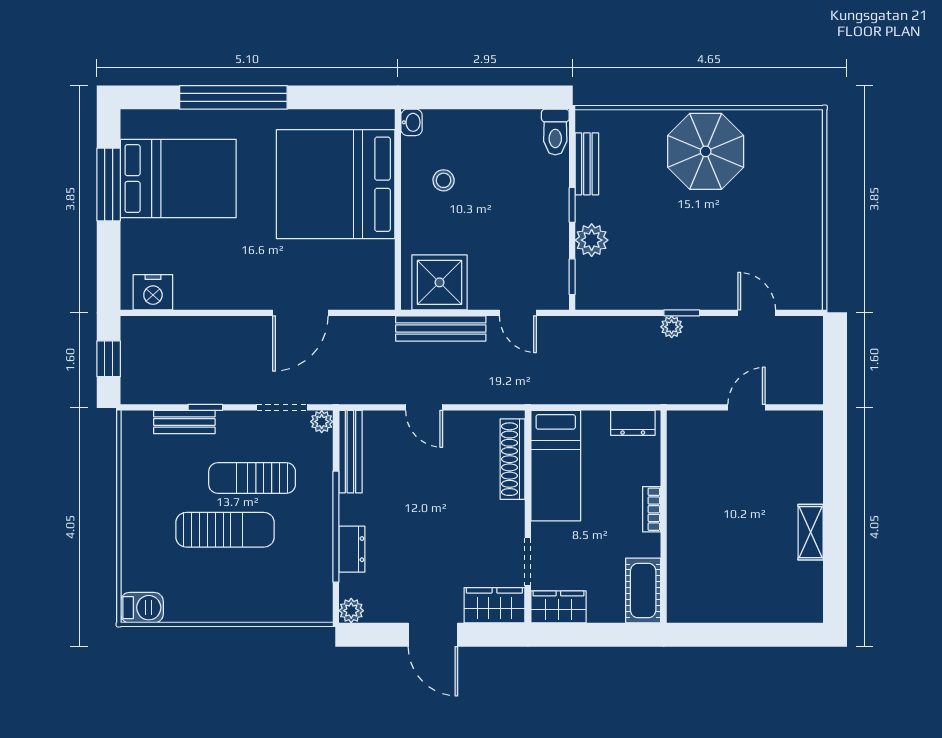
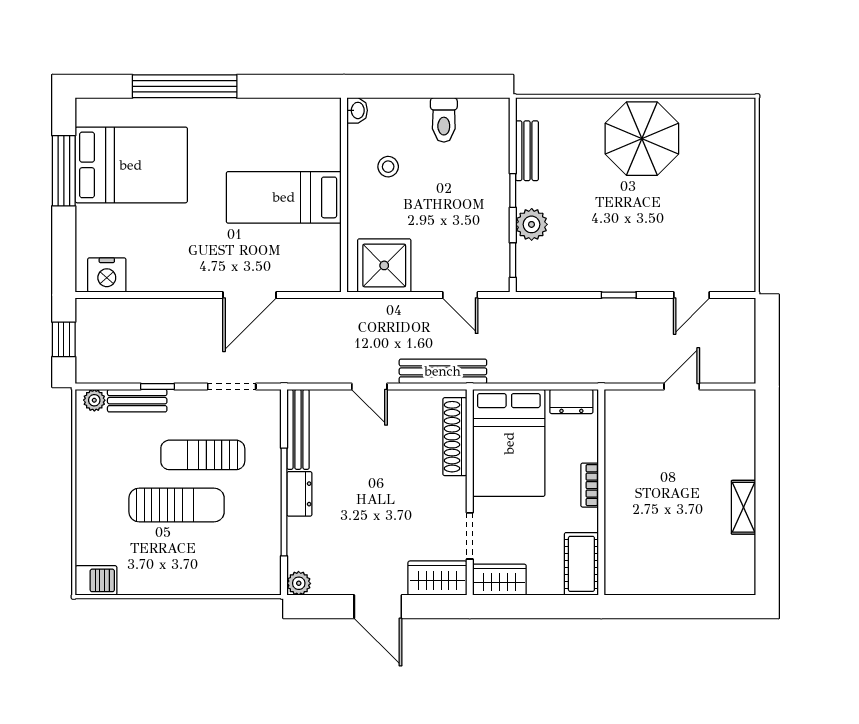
toilet: (555, 132) -> (444, 120), moved
bed: (336, 184) -> (284, 197), width x0.49
door: (757, 313) -> (691, 295), swing flipped
plant: (672, 327) -> (609, 309), removed
bench: (441, 328) -> (443, 371), moved
plant: (322, 422) -> (94, 400), moved
bed: (556, 466) -> (509, 443), width x1.50
dresser: (352, 549) -> (299, 494), moved

